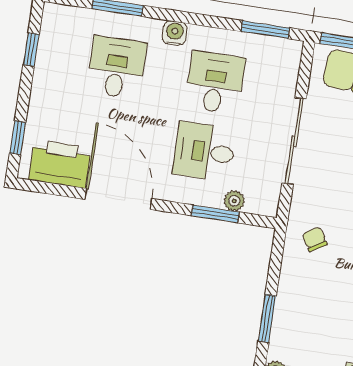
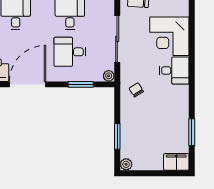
door: (118, 199) -> (27, 84), hinge flipped
plant: (234, 201) -> (109, 76), moved

